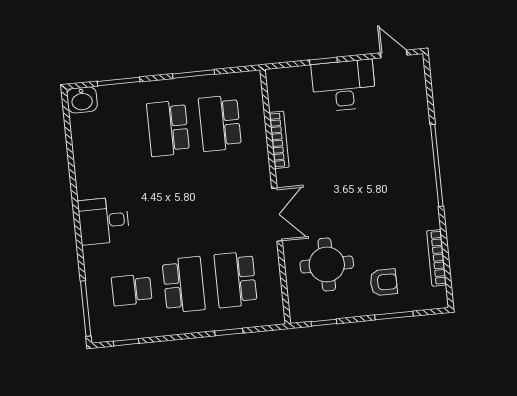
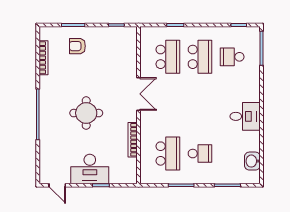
washbasin: (82, 100) -> (252, 161), moved, turned -90
school desk: (168, 128) -> (200, 154), width x0.54
double door: (277, 215) -> (139, 94), swing flipped
desk: (104, 221) -> (245, 116), moved
round table: (327, 264) -> (86, 113), moved
school desk: (184, 285) -> (200, 57), turned 180
school desk: (132, 290) -> (232, 57), turned 180

